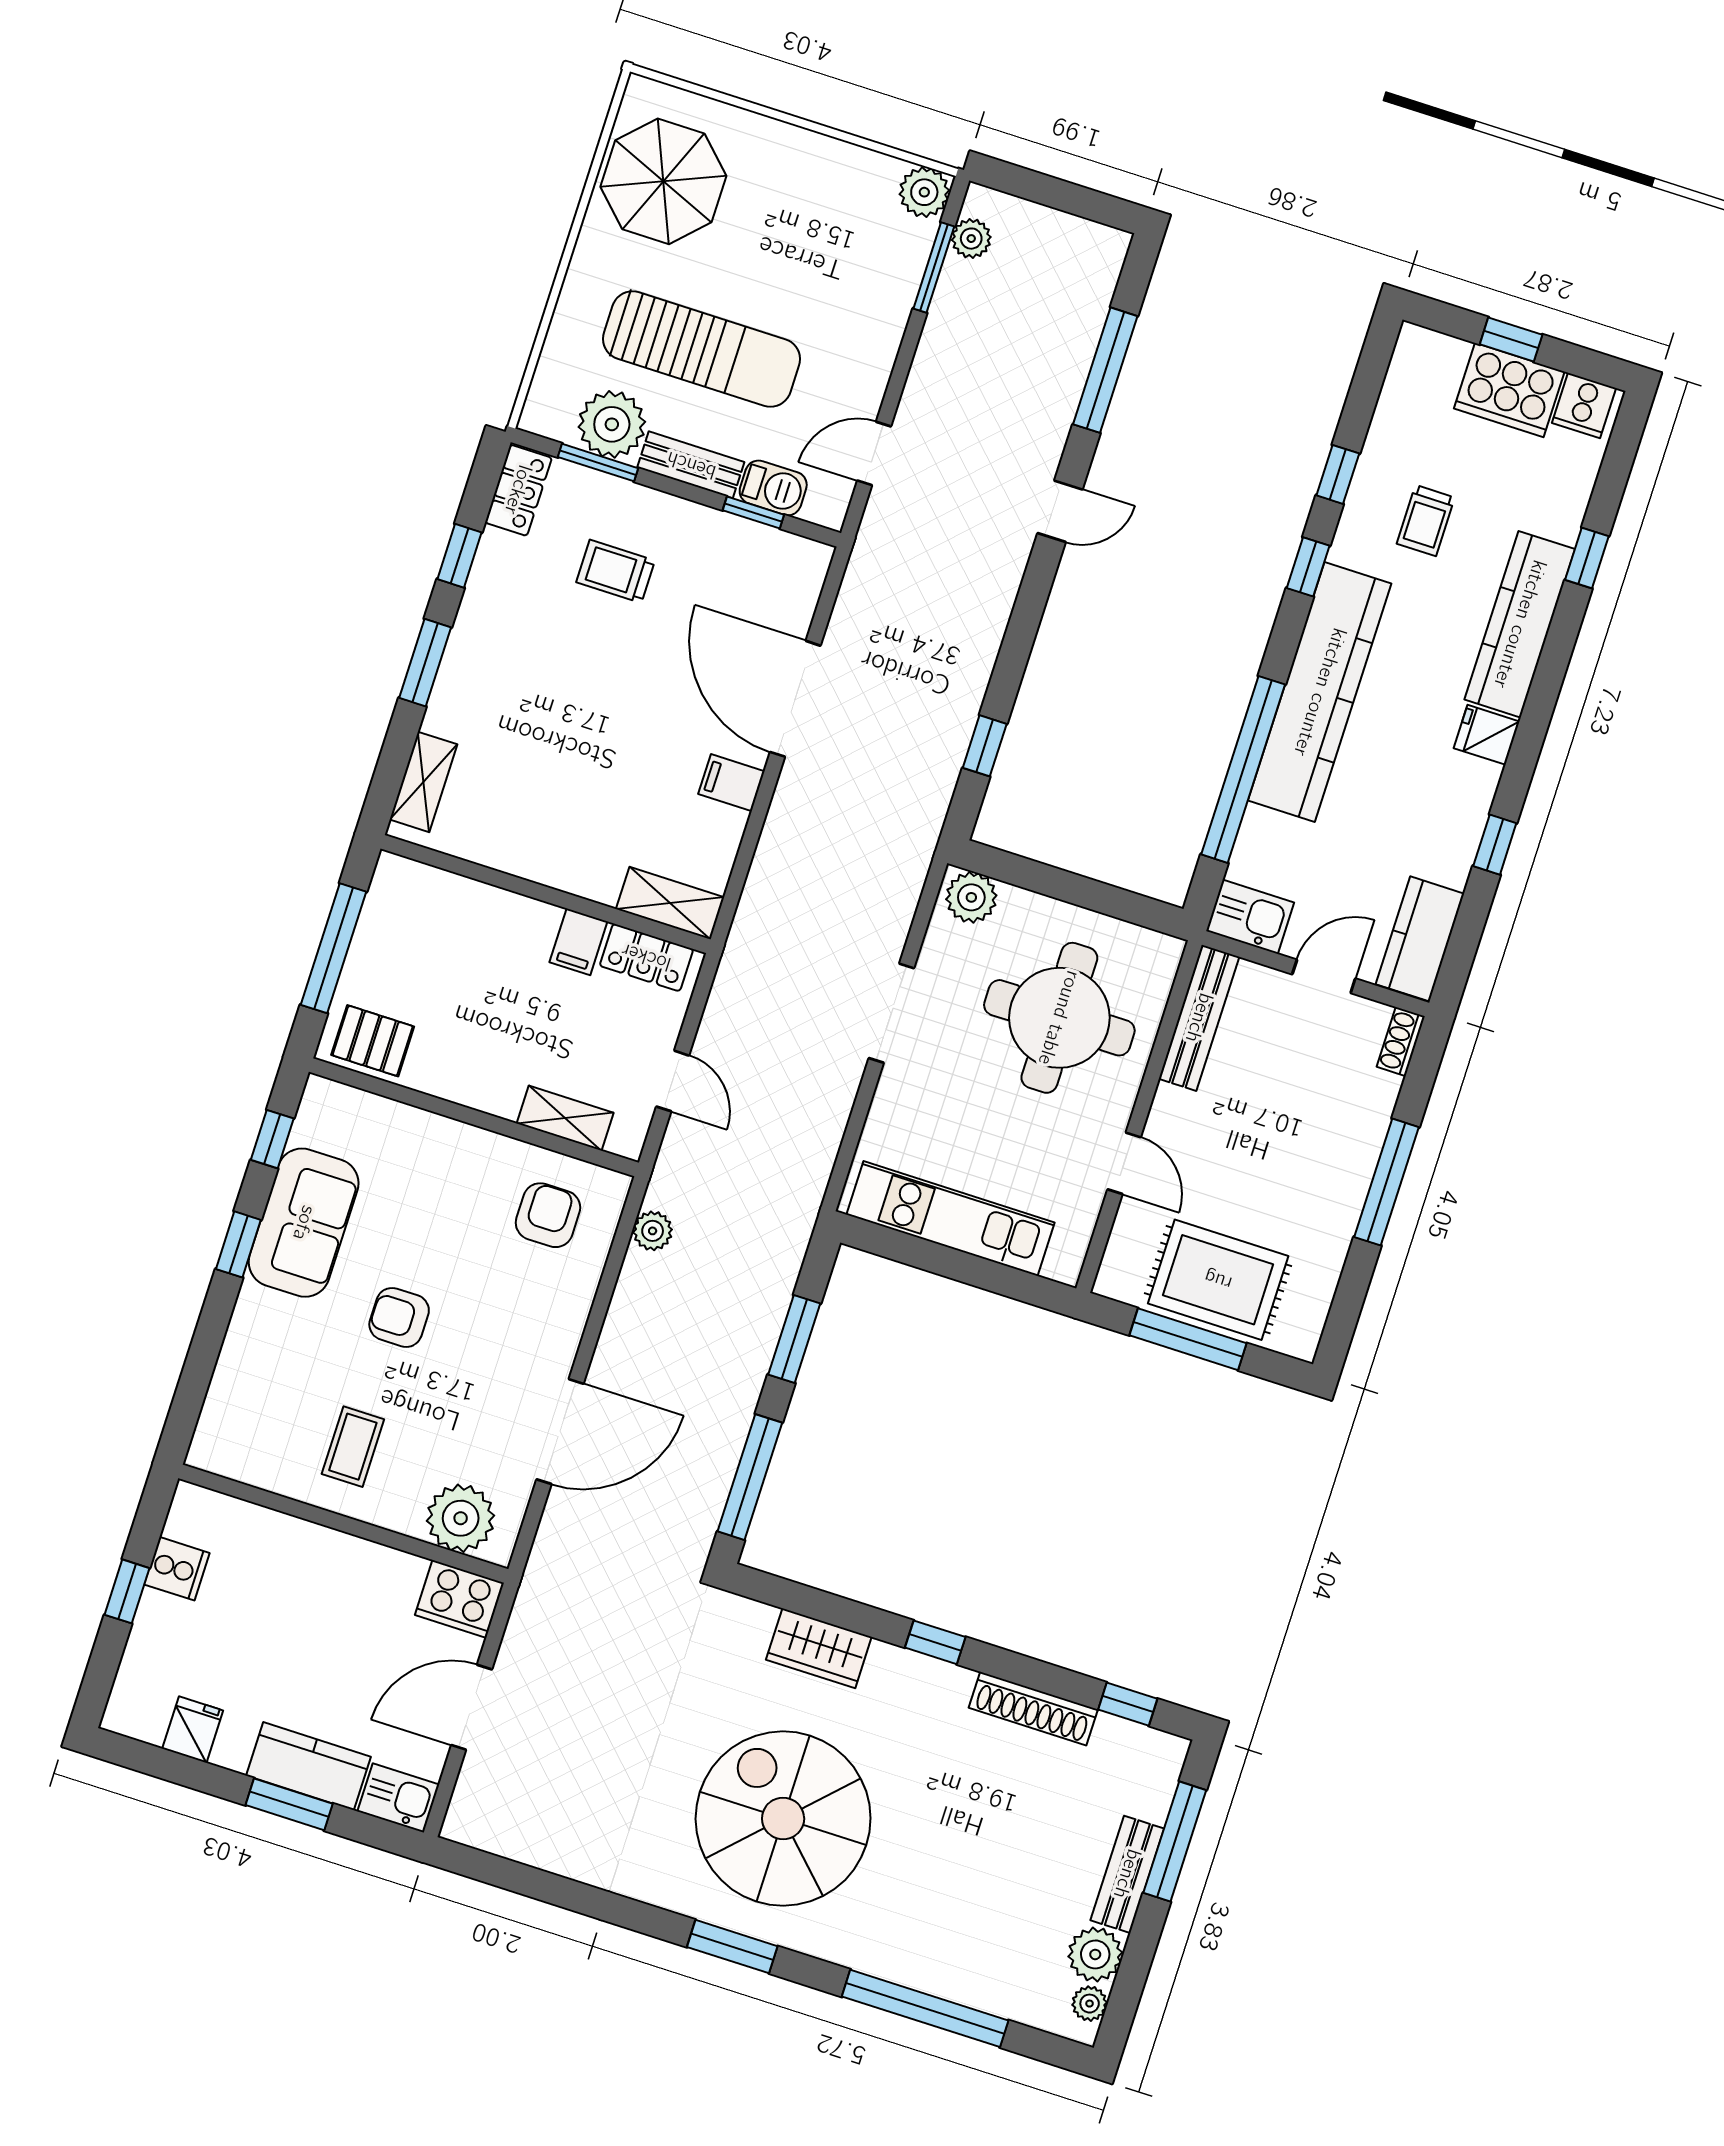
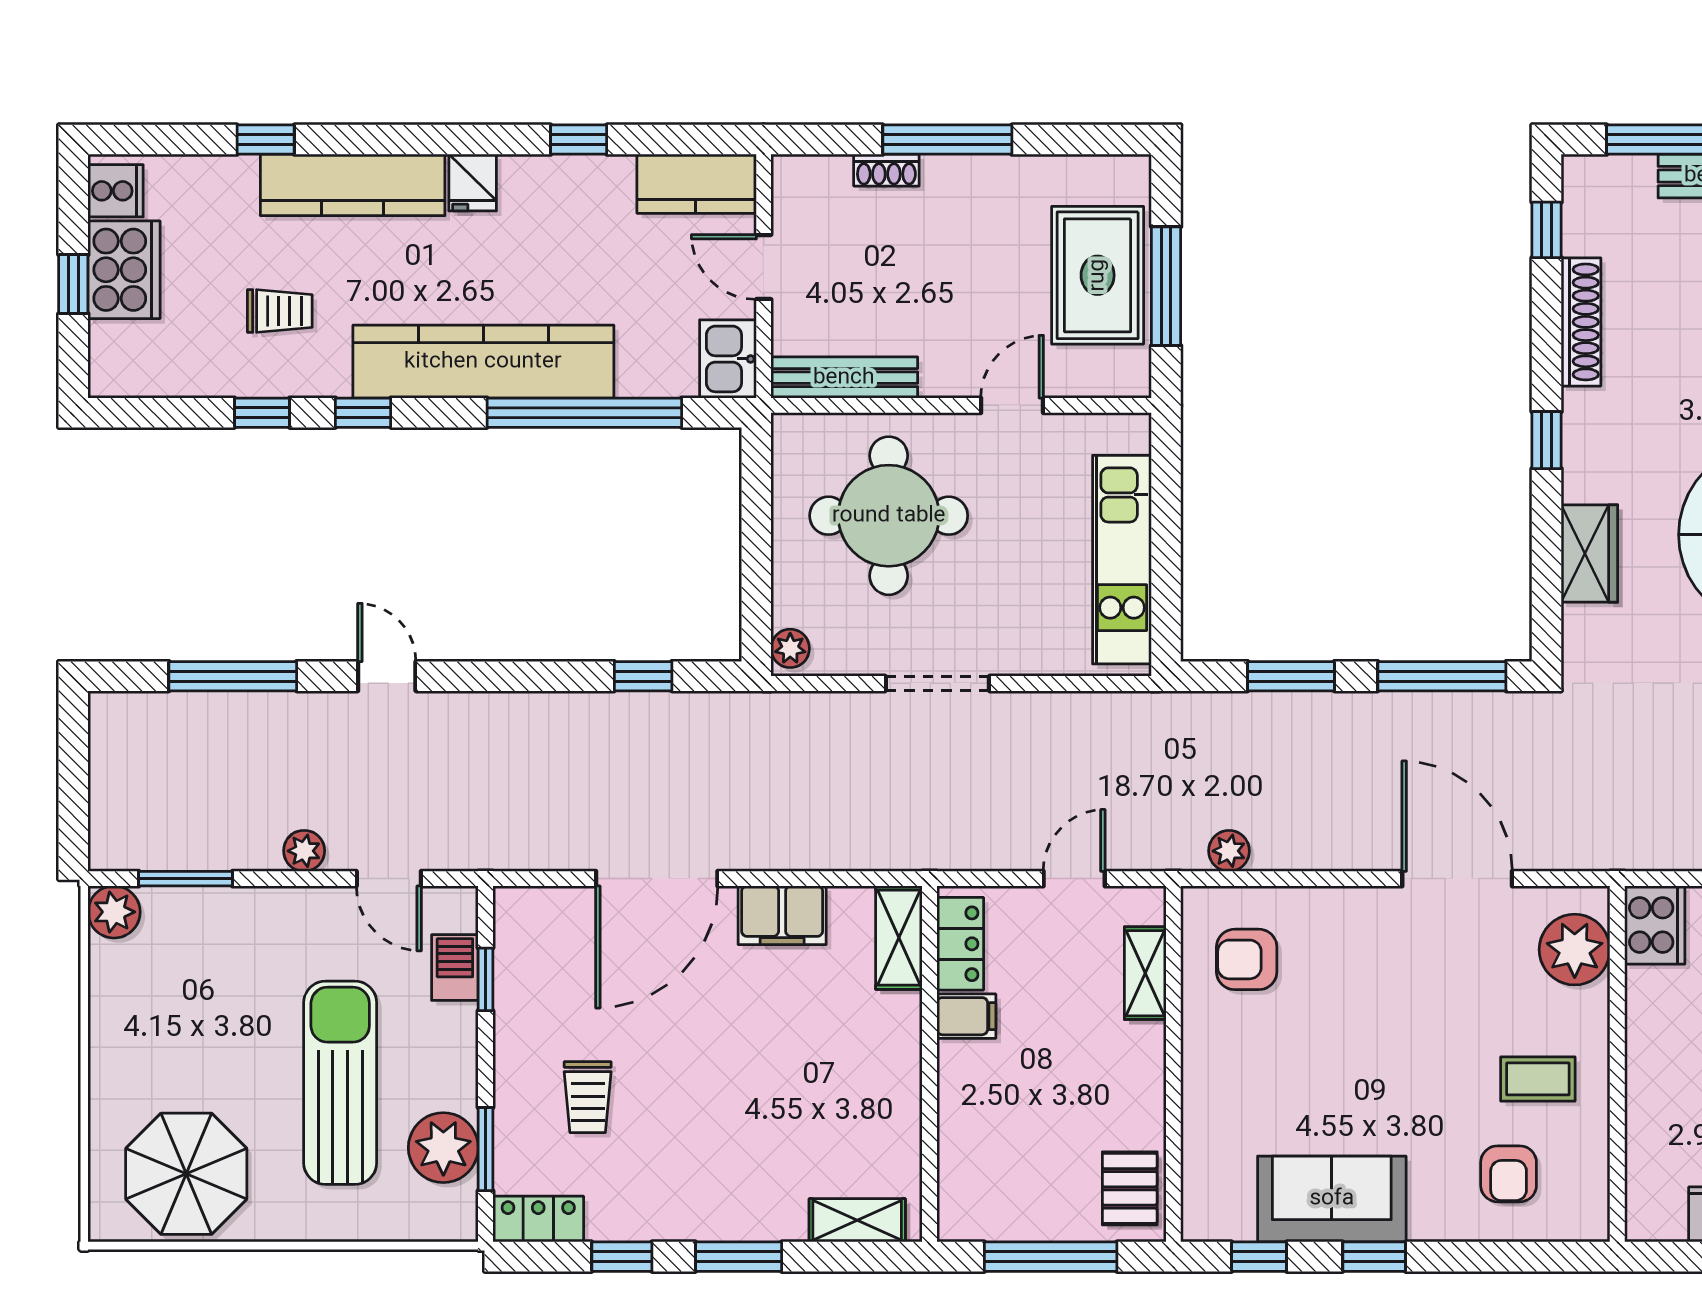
plant: (971, 239) -> (304, 851), moved
bench: (691, 465) -> (458, 1057), removed
filing cabinet: (731, 783) -> (782, 915), width x2.00
plant: (971, 897) -> (790, 648), width x0.73, depth x0.73
shoe rack: (1401, 1042) -> (886, 170), moved
armchair: (399, 1317) -> (1509, 1174), moved

